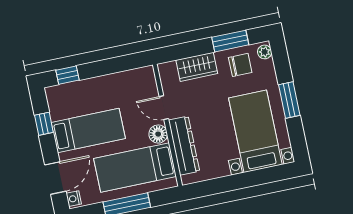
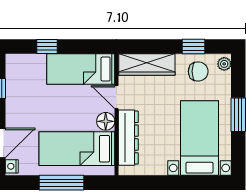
window: (230, 41) -> (193, 47), width x0.67
wardrobe: (197, 67) -> (147, 65), width x1.50
window: (67, 75) -> (47, 47), moved
bed: (88, 130) -> (81, 69), moved, turned 180

